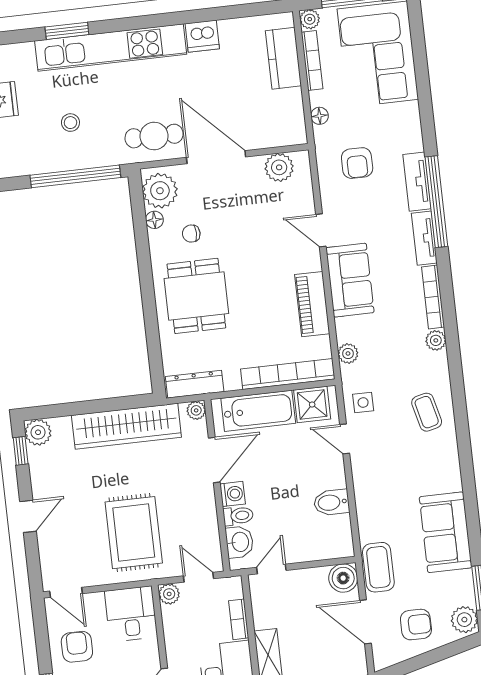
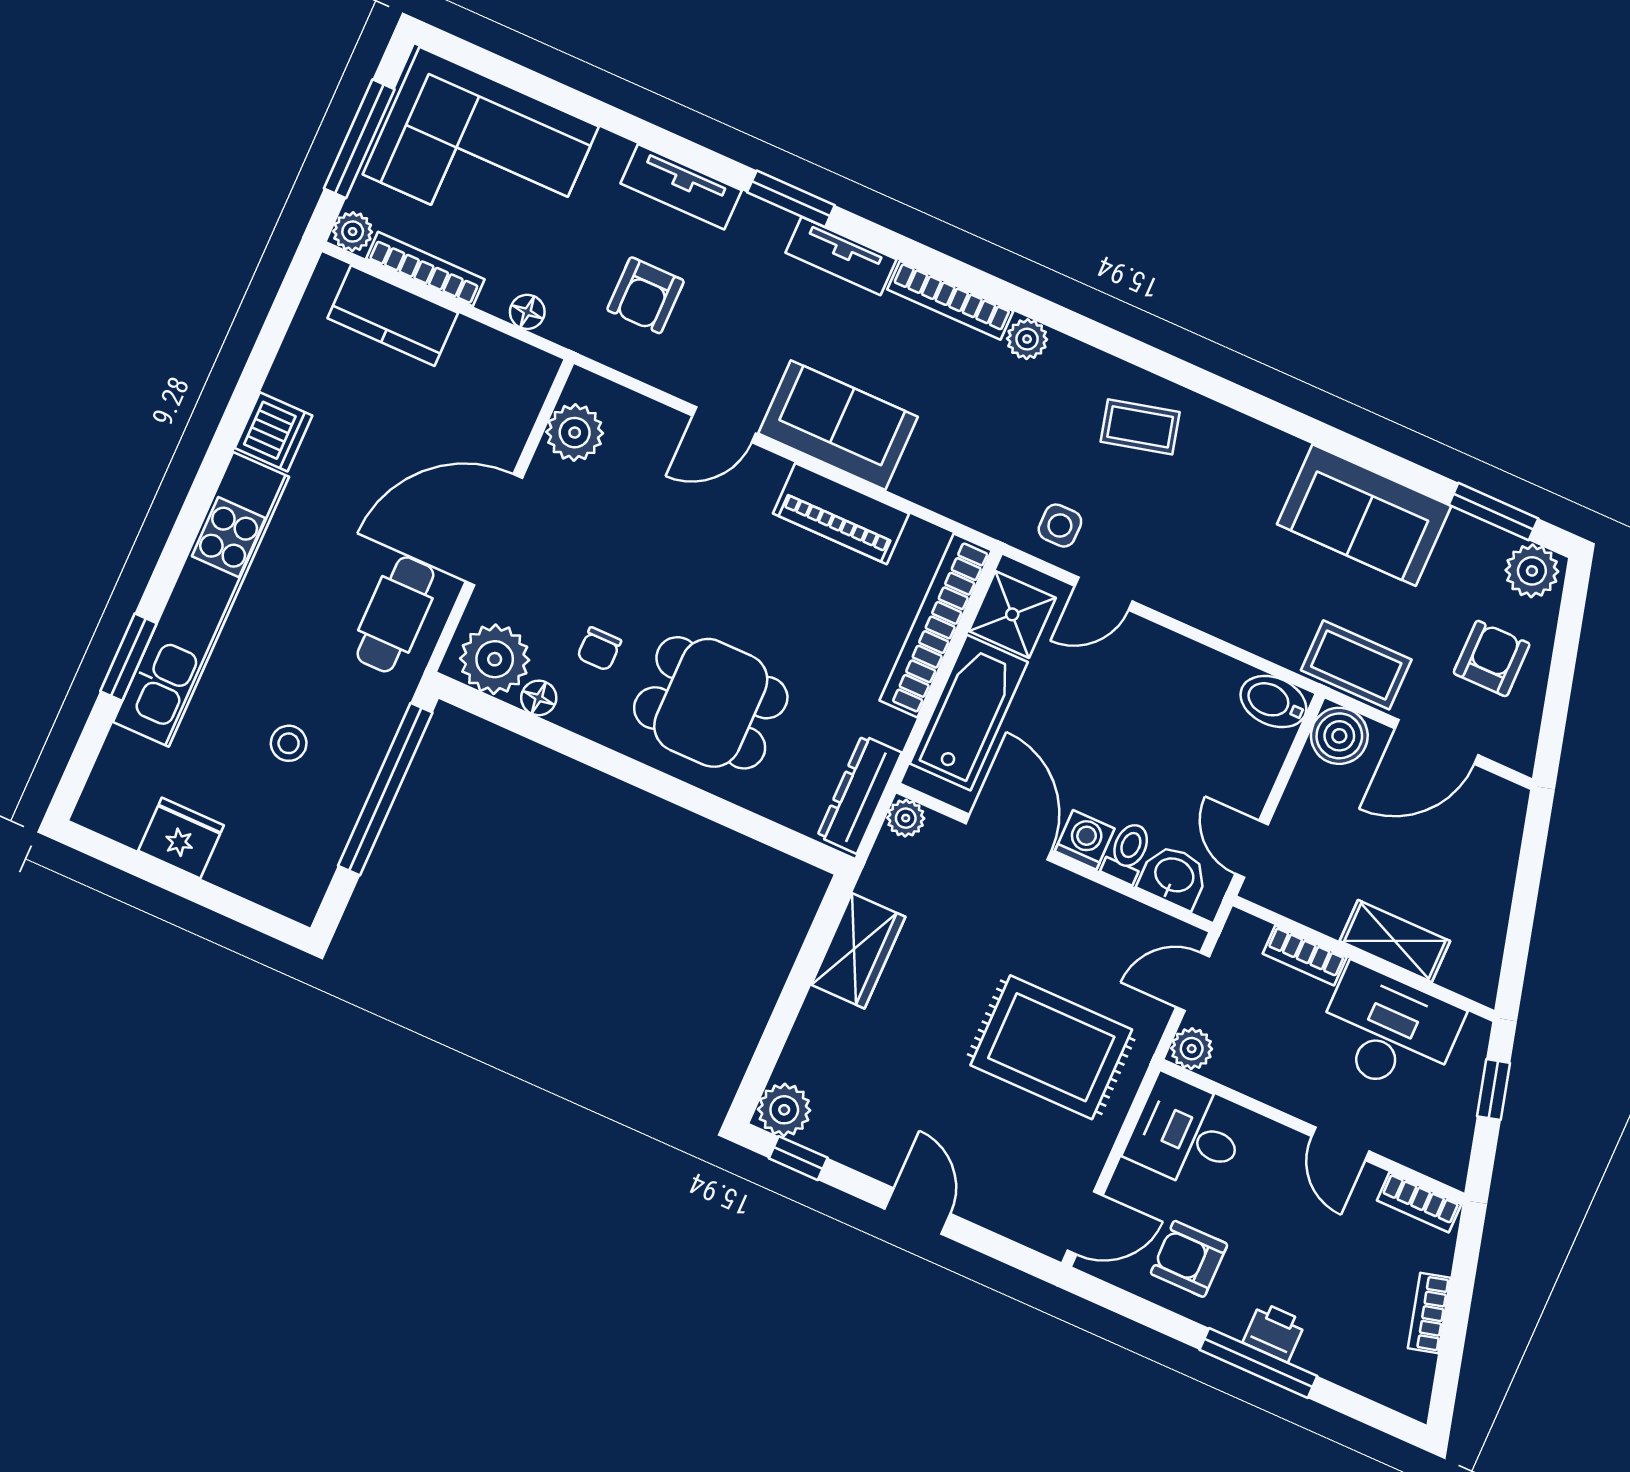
armchair: (357, 163) -> (645, 295), turned 90
tv unit: (417, 182) -> (681, 187), moved
window: (436, 202) -> (791, 199), width x0.47
plant: (348, 353) -> (961, 502), removed
wardrobe: (126, 426) -> (858, 951), width x0.48, depth x0.85
bidet: (331, 502) -> (1273, 702), moved, turned 90

